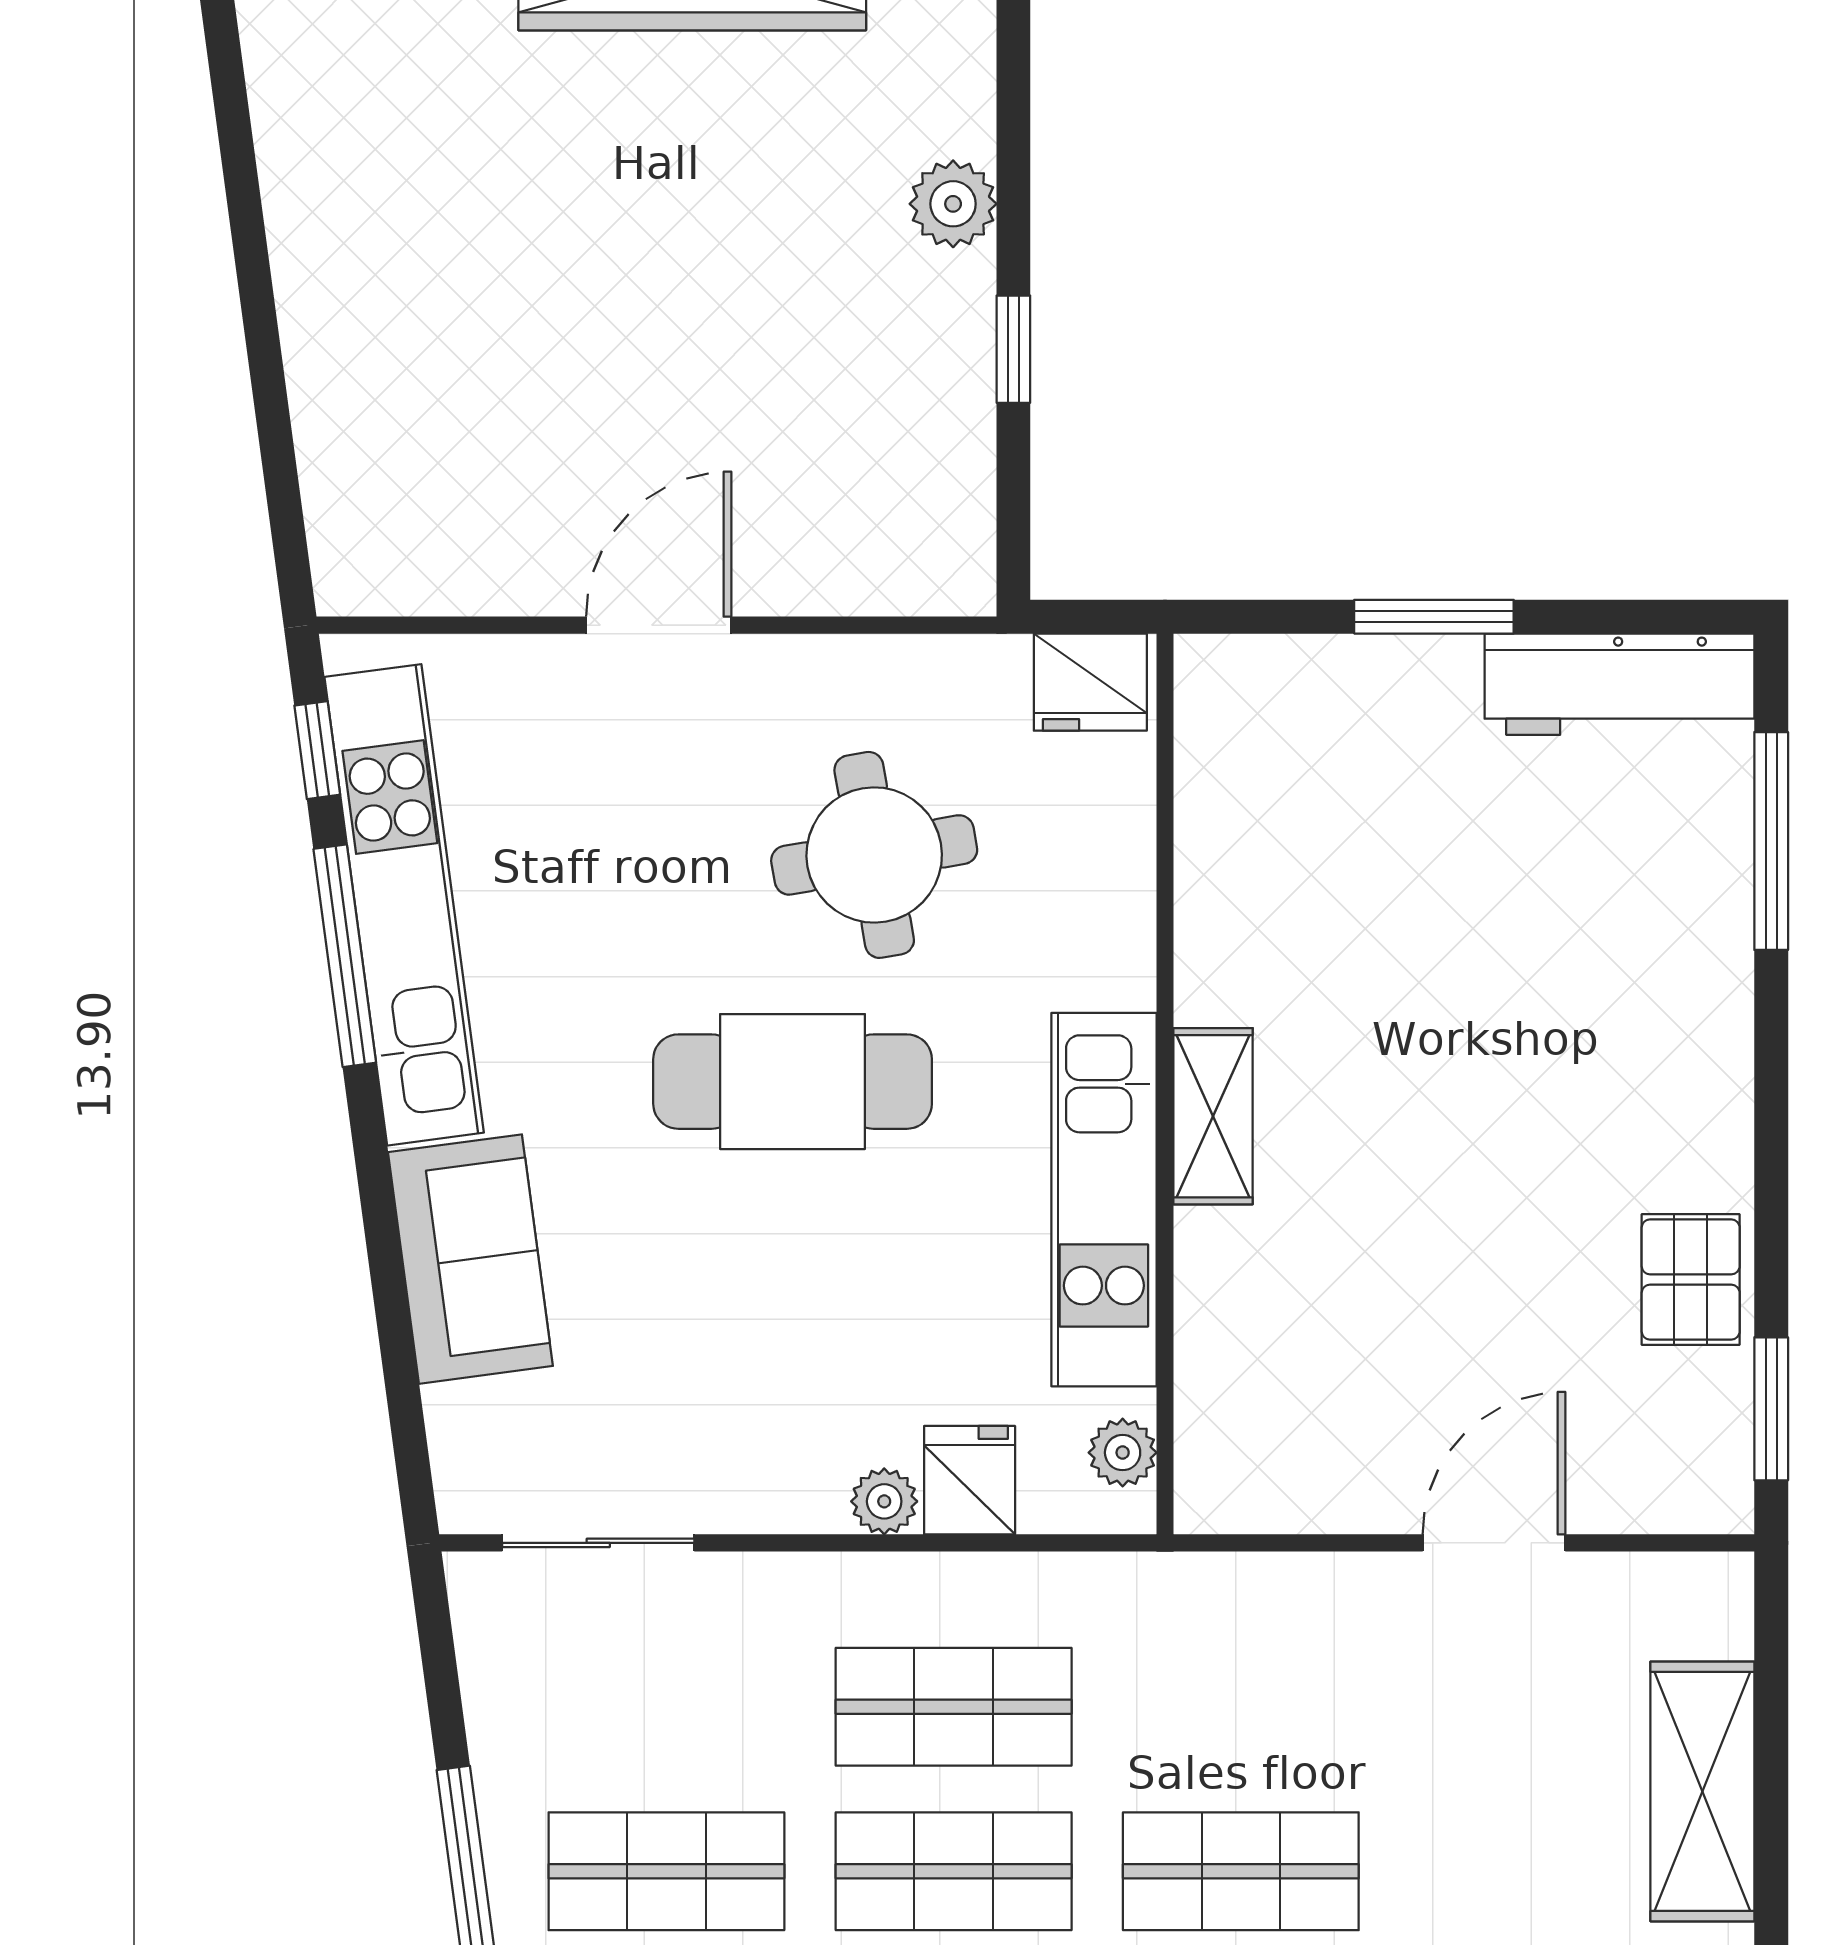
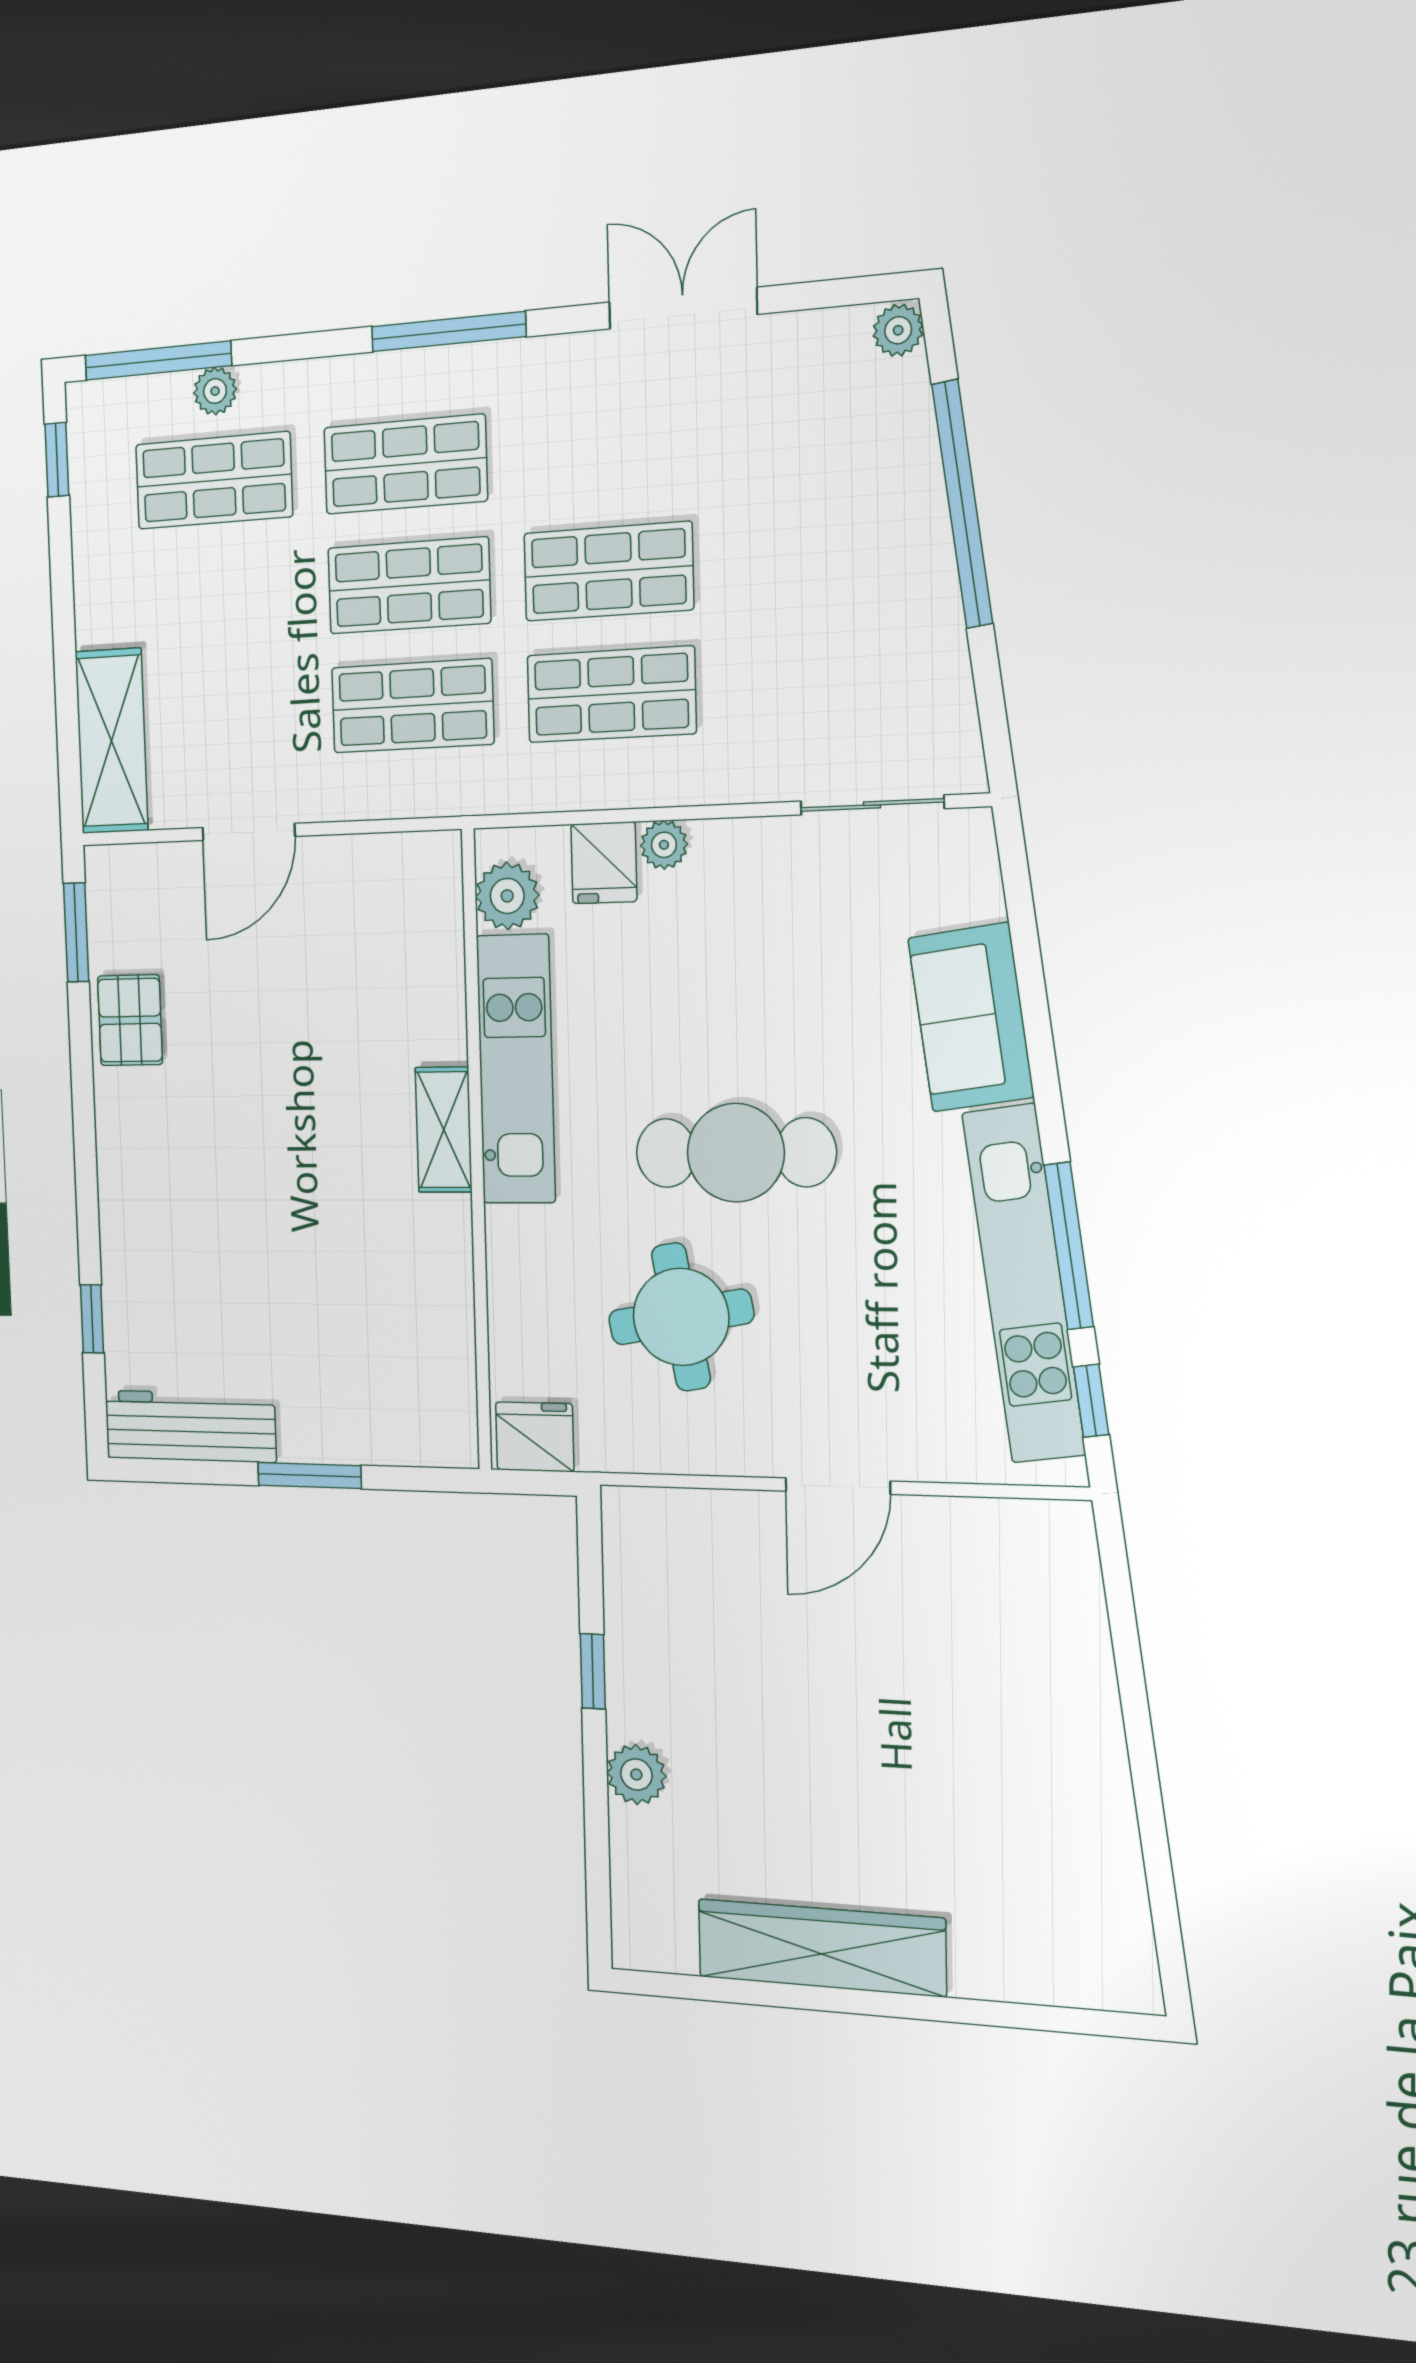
window: (1771, 841) -> (92, 1319), width x0.46
plant: (1123, 1453) -> (507, 896), width x1.38, depth x1.38
shelving: (1702, 1791) -> (112, 741), moved
shop shelf: (666, 1871) -> (412, 706), moved

